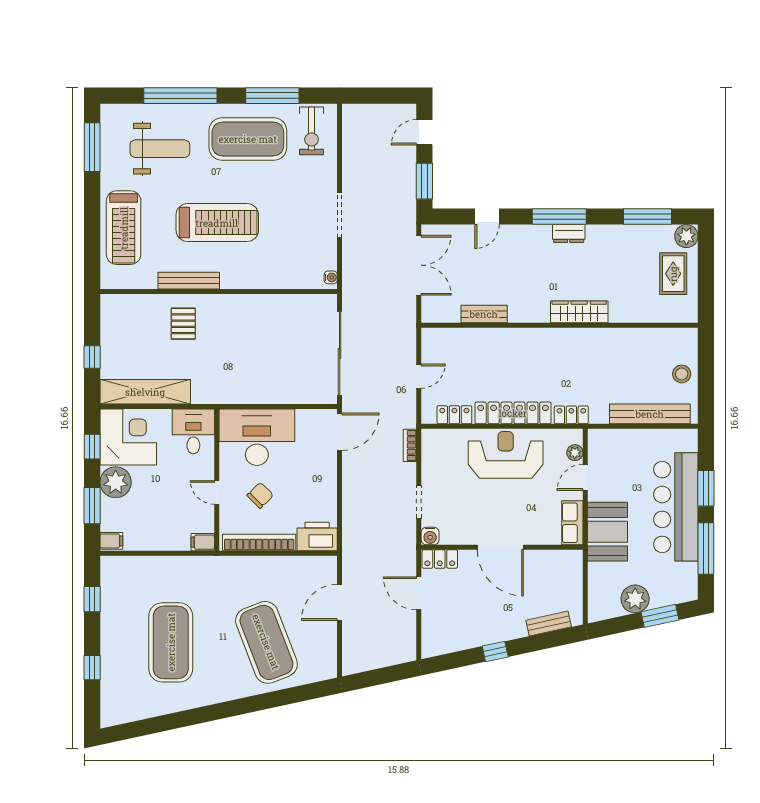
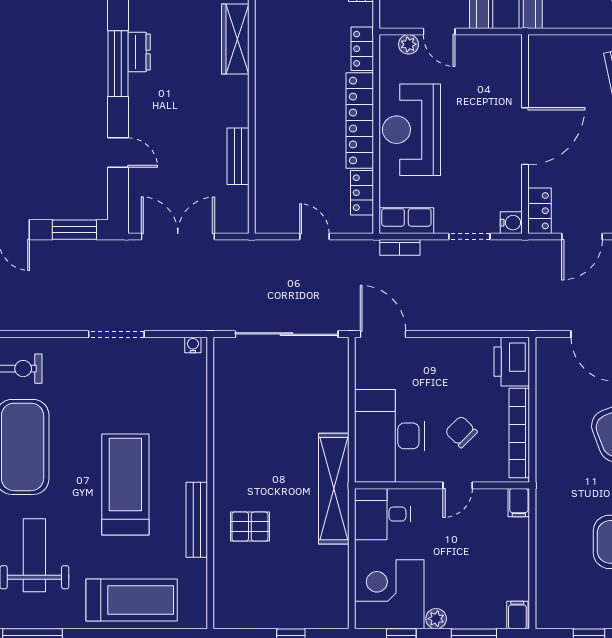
shelving: (145, 392) -> (334, 489), moved
plant: (116, 482) -> (436, 619), width x0.53, depth x0.53
row of seats: (572, 523) -> (406, 221), moved, turned 180

